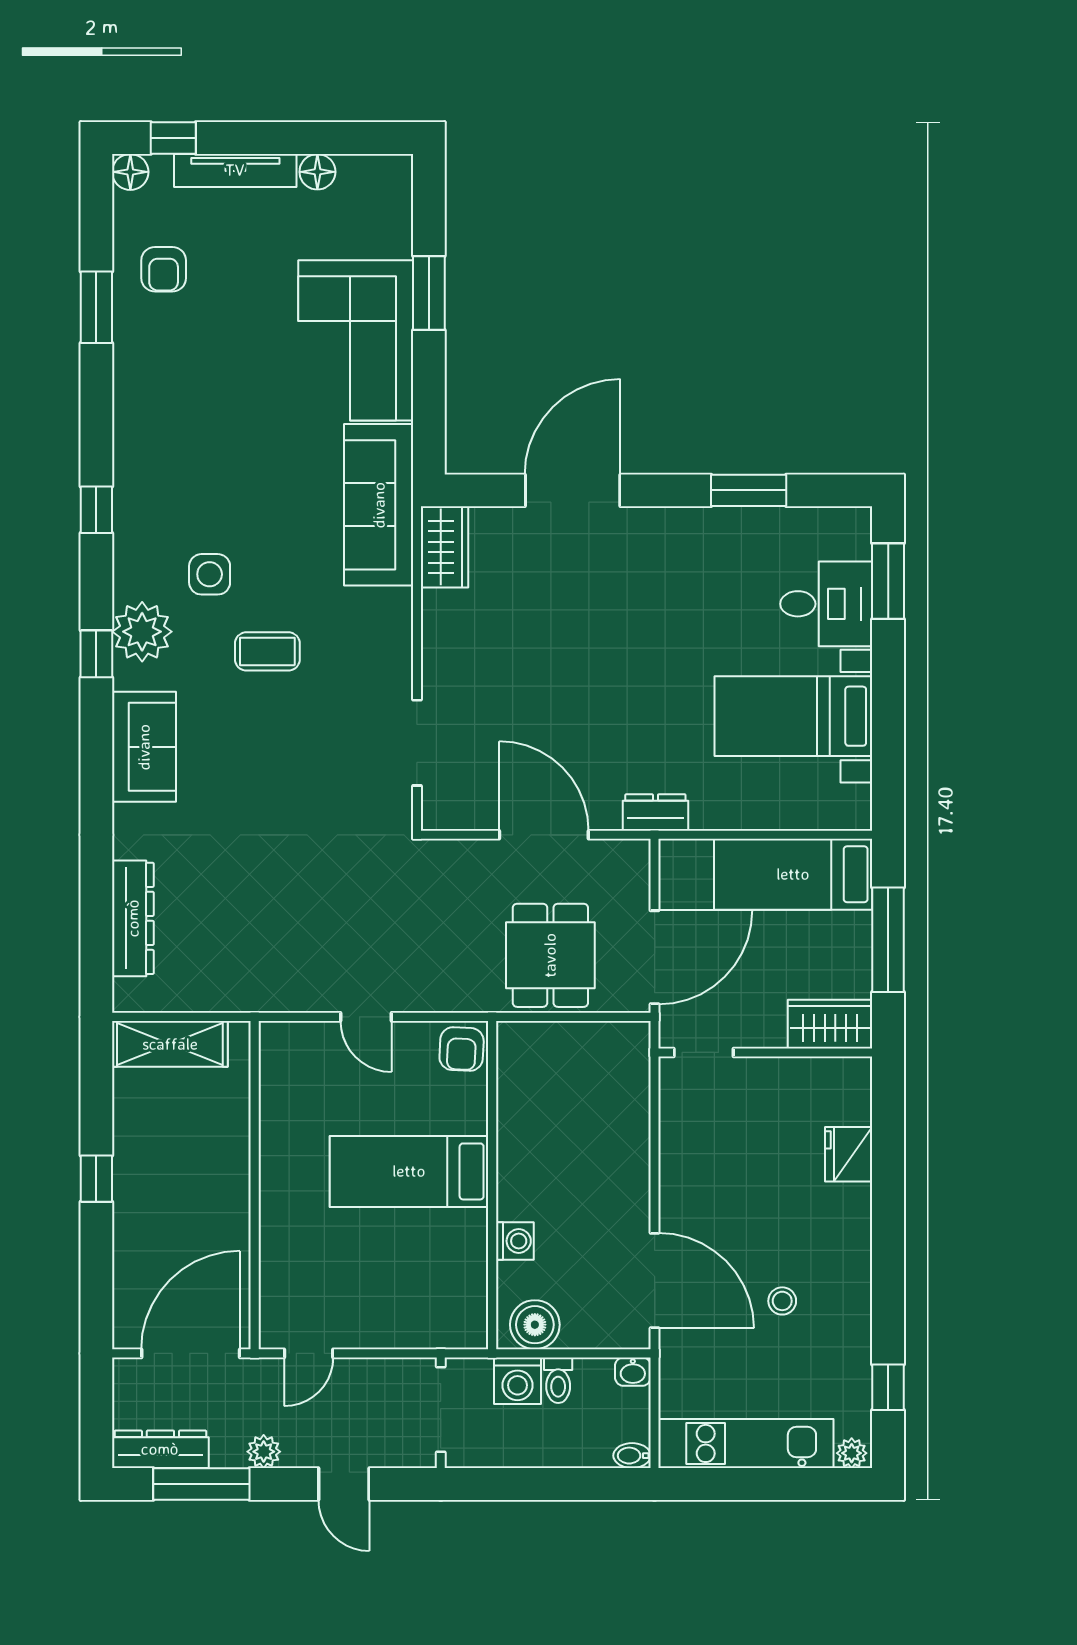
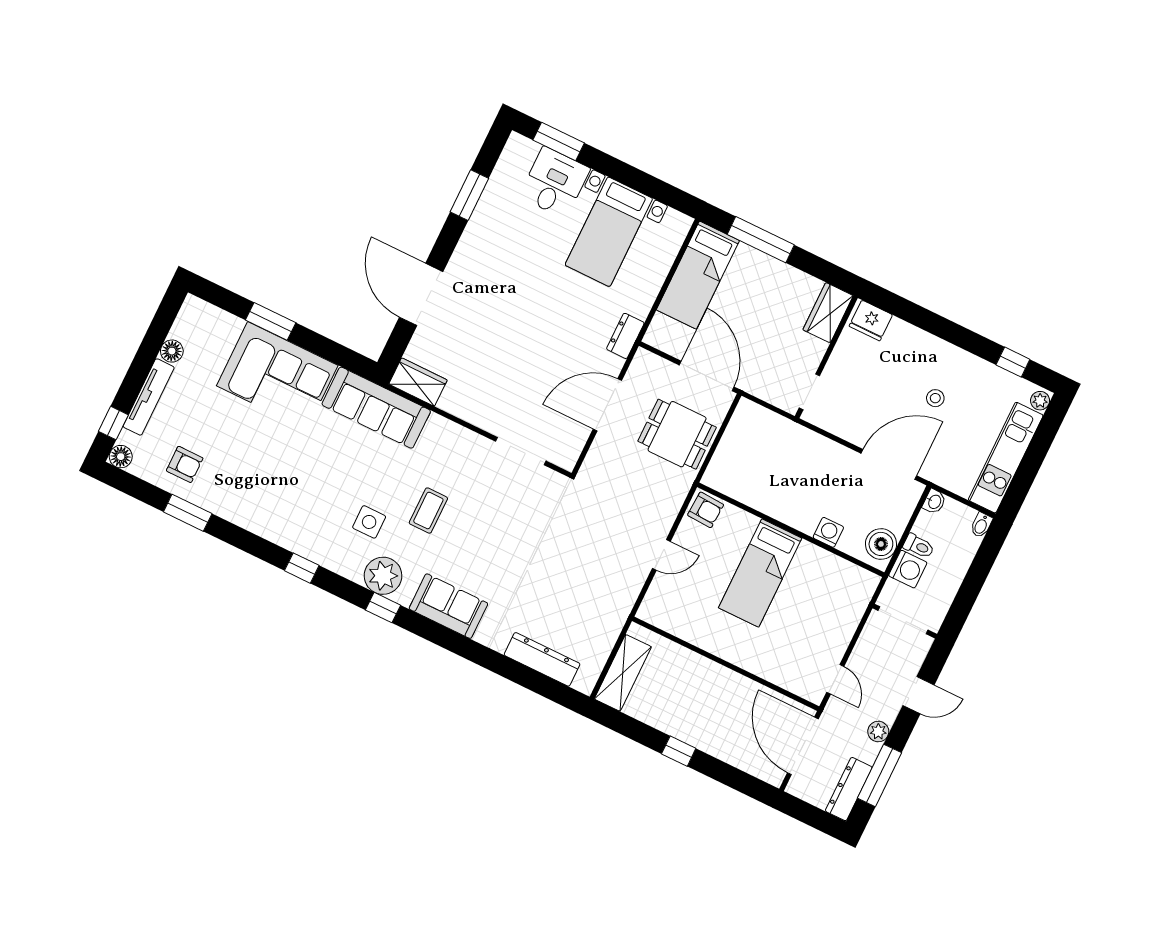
wardrobe: (830, 1024) -> (828, 313), moved
doorway: (704, 1052) -> (809, 392), moved
wall: (765, 1052) -> (826, 357), moved

